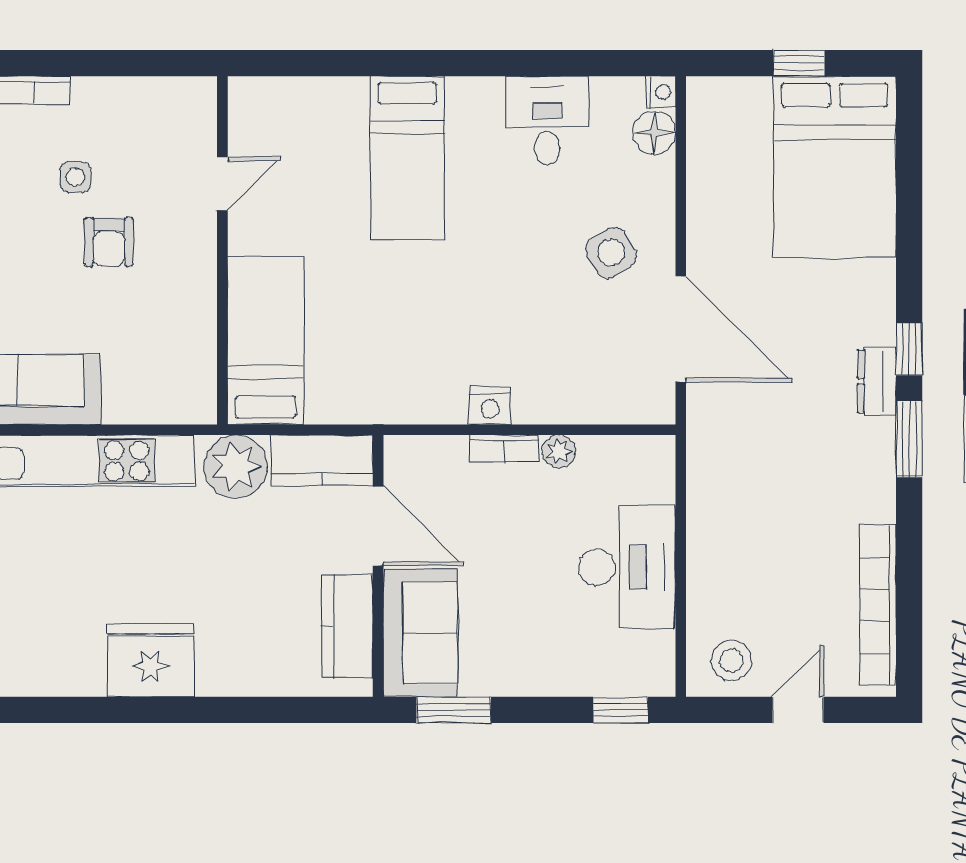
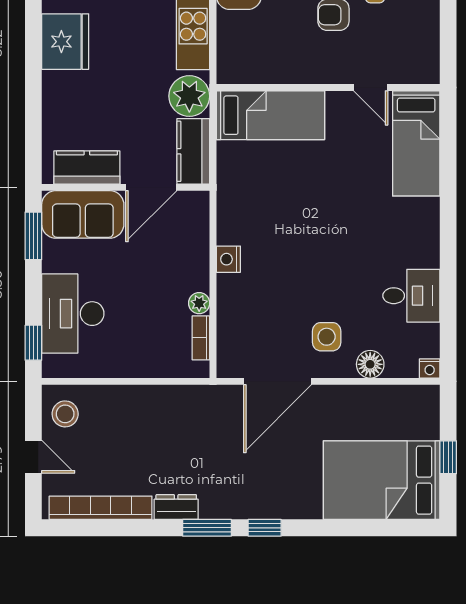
floor lamp: (654, 133) -> (370, 364), moved
bed: (407, 158) -> (416, 143), moved, turned -90
side table: (611, 253) -> (327, 337), turned 32
dresser: (877, 381) -> (176, 507), moved
bookcase: (504, 449) -> (201, 338), moved
desk: (627, 567) -> (73, 314), moved, turned 90

